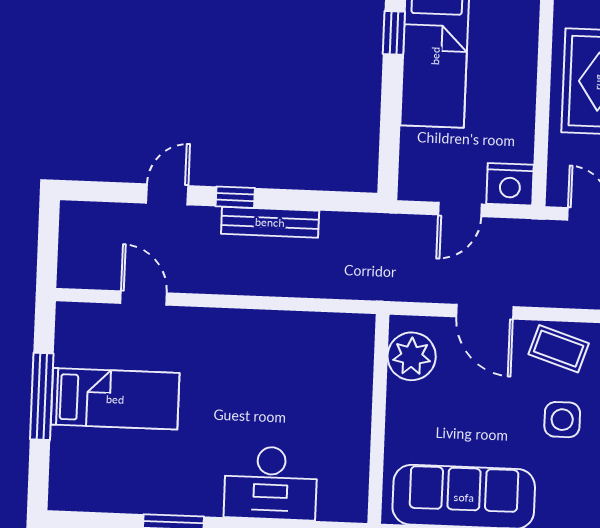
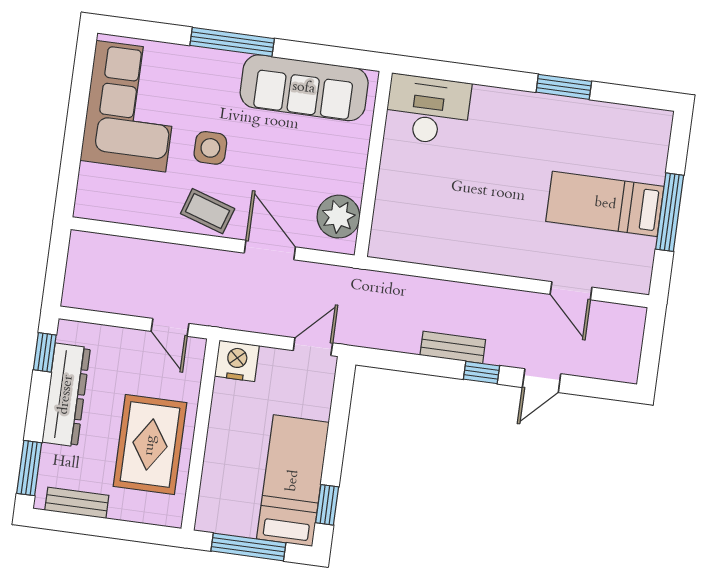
door: (460, 210) -> (313, 347), moved
bench: (270, 222) -> (453, 347), width x0.73
desk: (271, 483) -> (428, 110), moved

